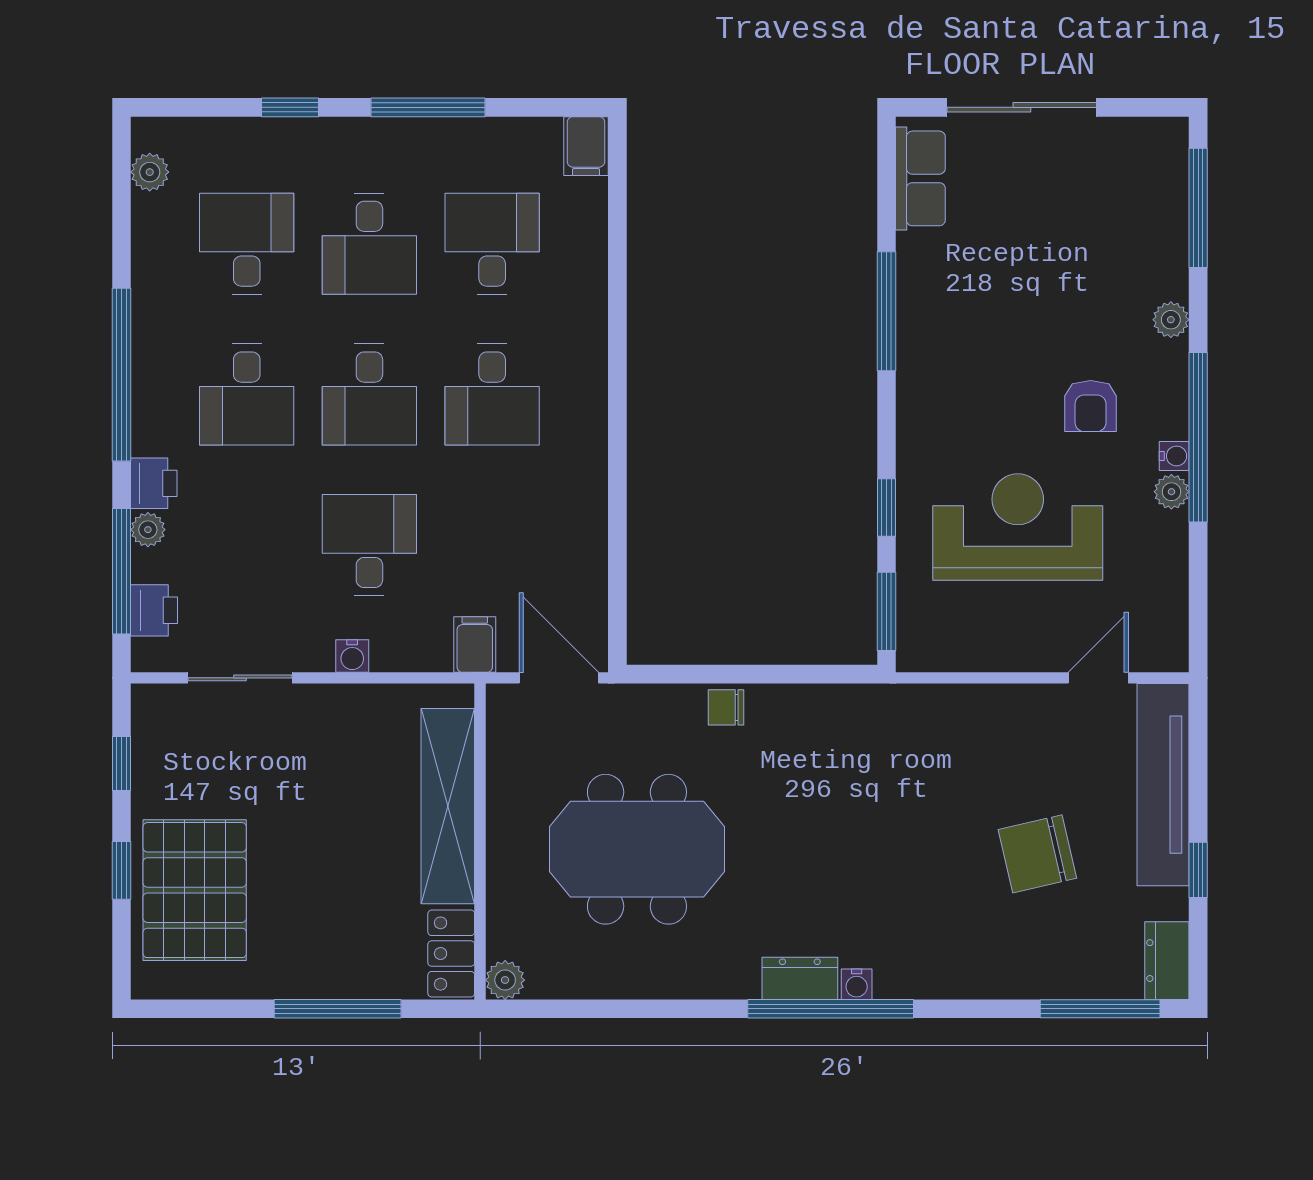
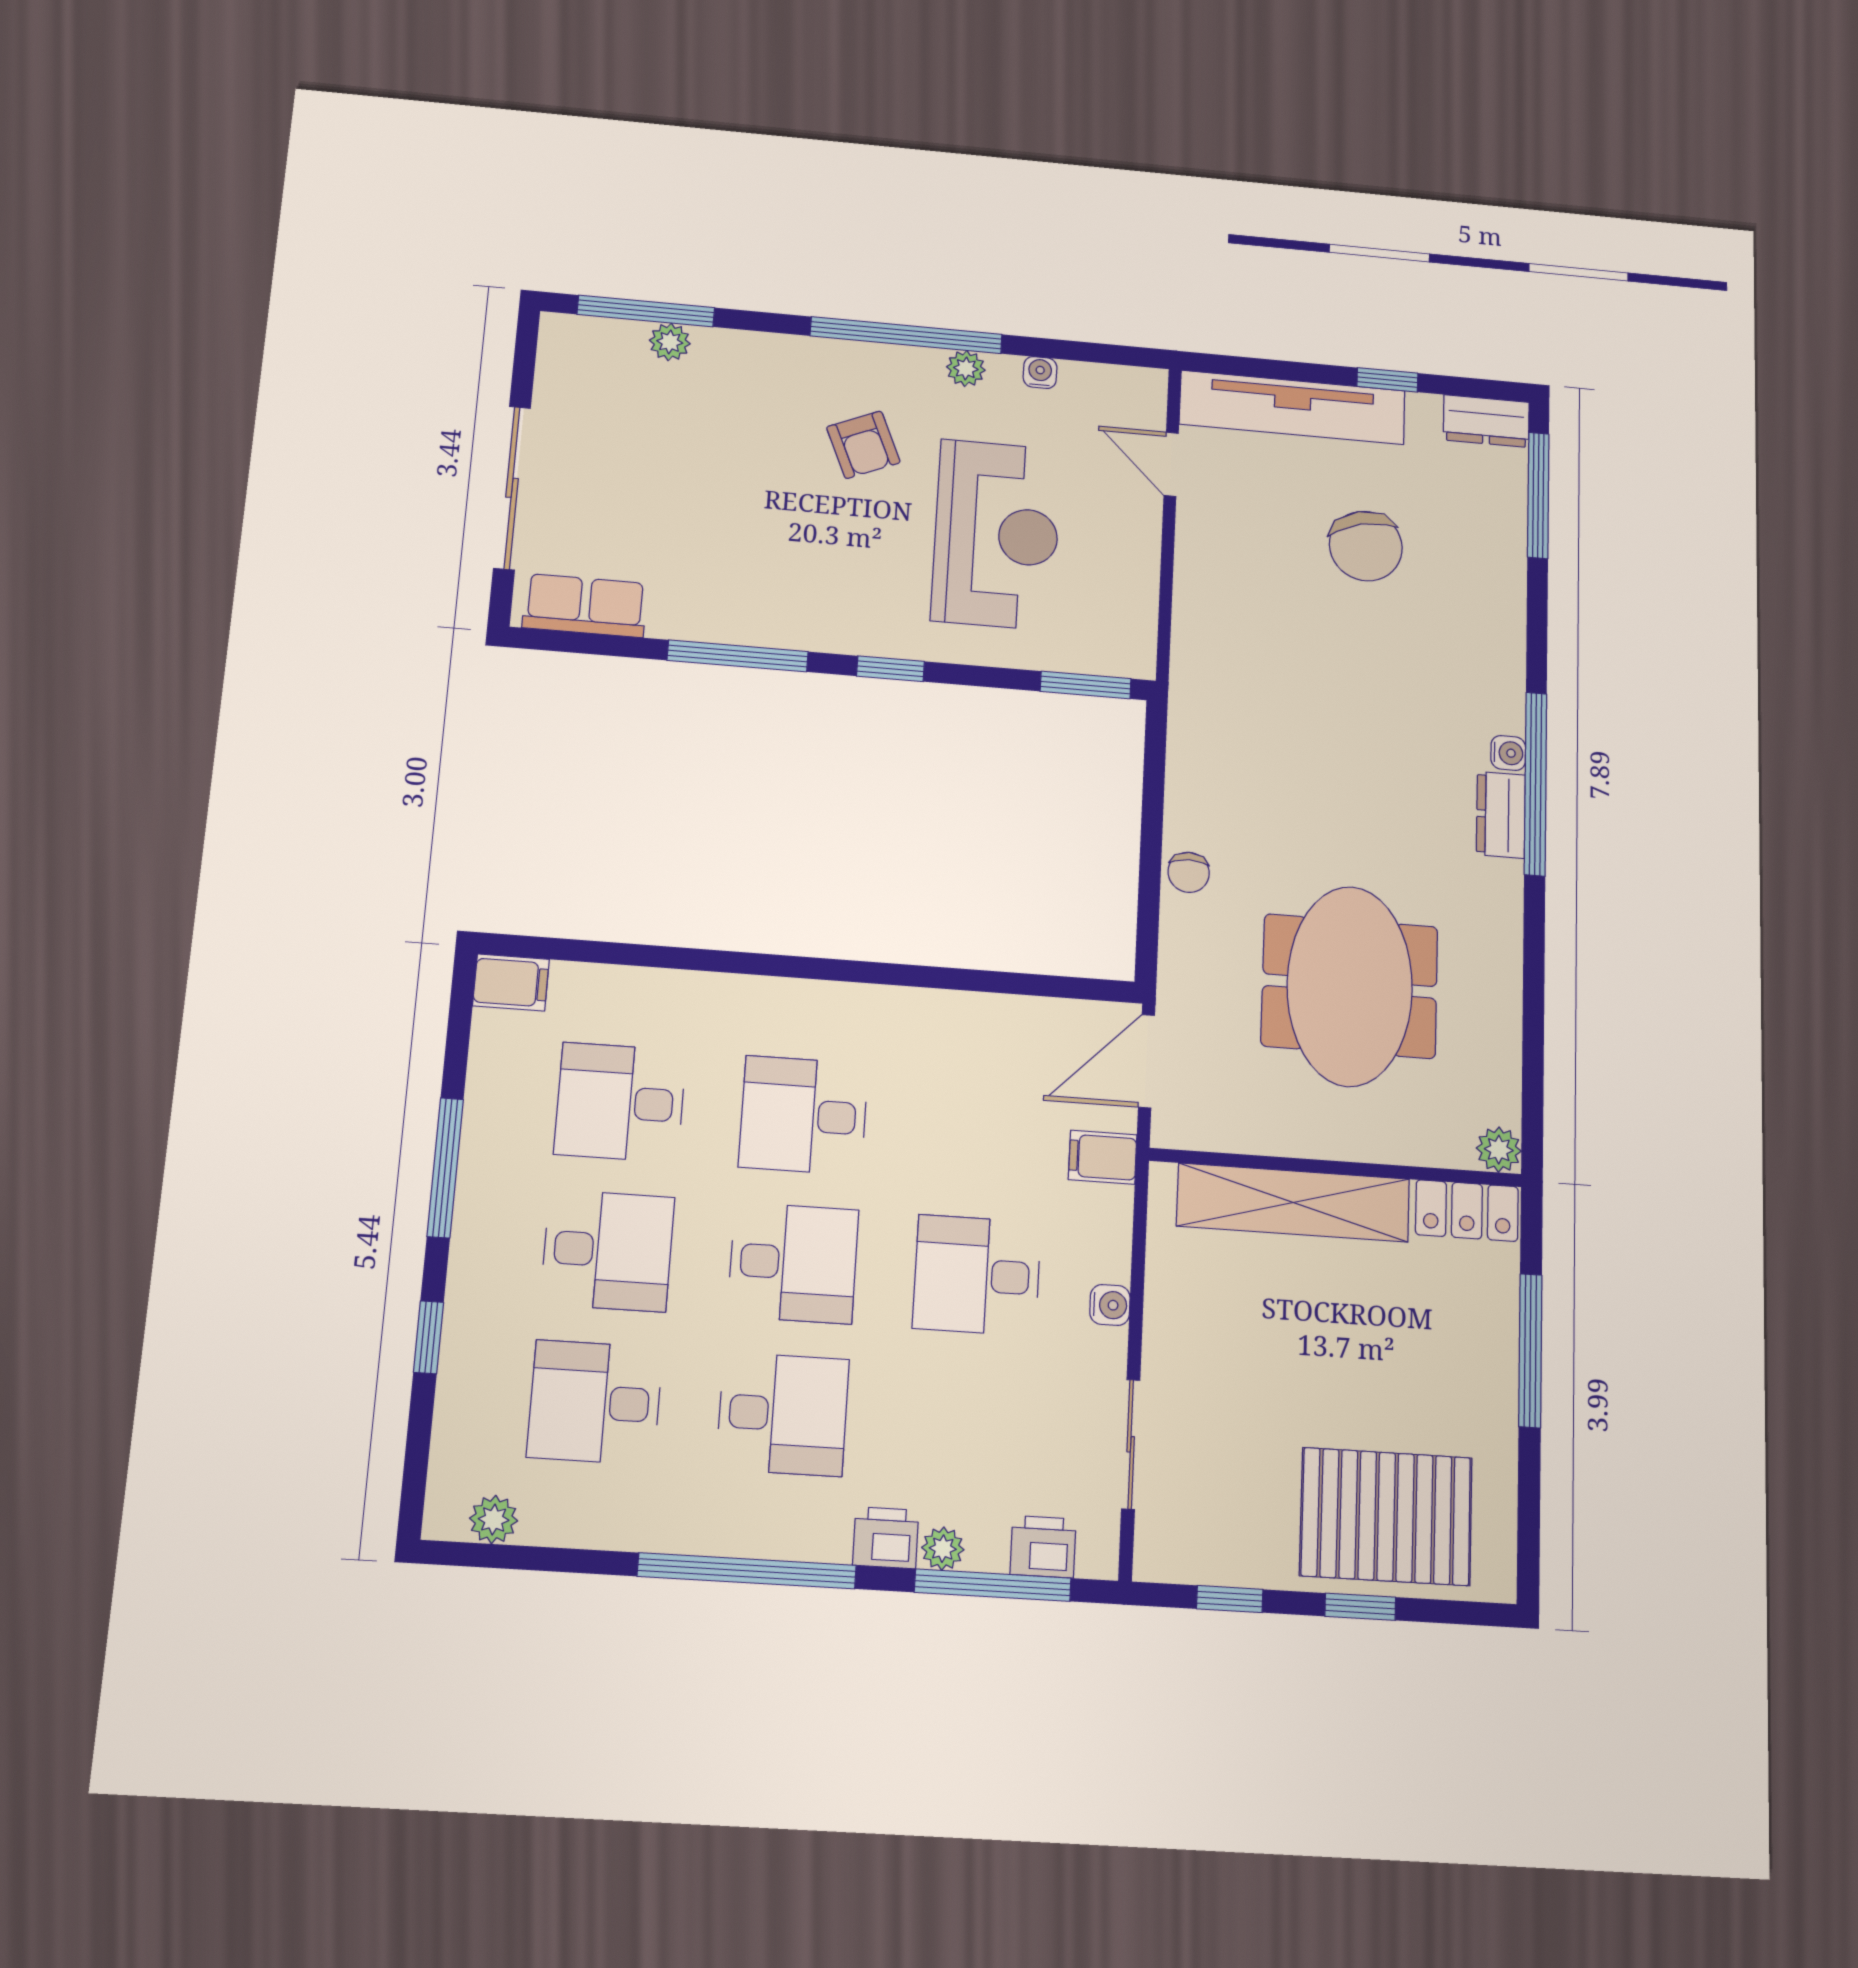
plant: (1171, 320) -> (670, 342), moved
desk: (492, 394) -> (803, 1115), turned 180
armchair: (1091, 406) -> (863, 445), turned 67
water cooler: (1174, 456) -> (1040, 373), moved
window: (887, 507) -> (891, 669), moved
reception desk: (1018, 527) -> (996, 535), turned 180

